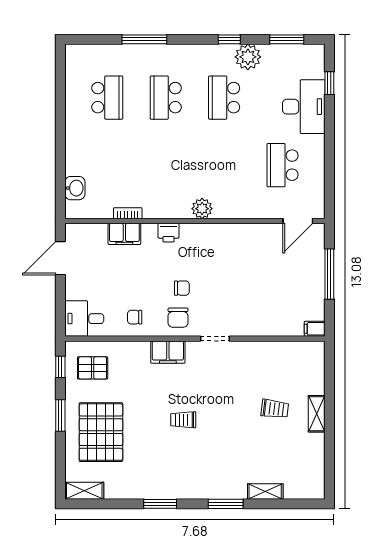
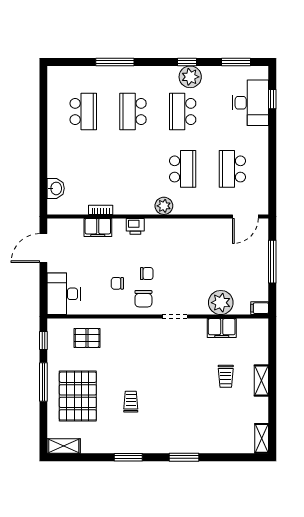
plant: (248, 57) -> (190, 77), moved
desk: (304, 107) -> (250, 103), moved
school desk: (224, 165) -> (183, 169), added
chair: (135, 317) -> (117, 283), moved
desk: (84, 319) -> (64, 294), width x1.37
plant: (269, 322) -> (221, 303), added
filing cabinet: (168, 352) -> (222, 328), moved
pallet: (93, 368) -> (87, 338), moved
trolley: (275, 409) -> (226, 376), turned 83
window: (60, 416) -> (43, 382), width x1.44
trolley: (183, 420) -> (131, 402), moved, turned 90
shelving: (265, 491) -> (262, 438), moved, turned 90

